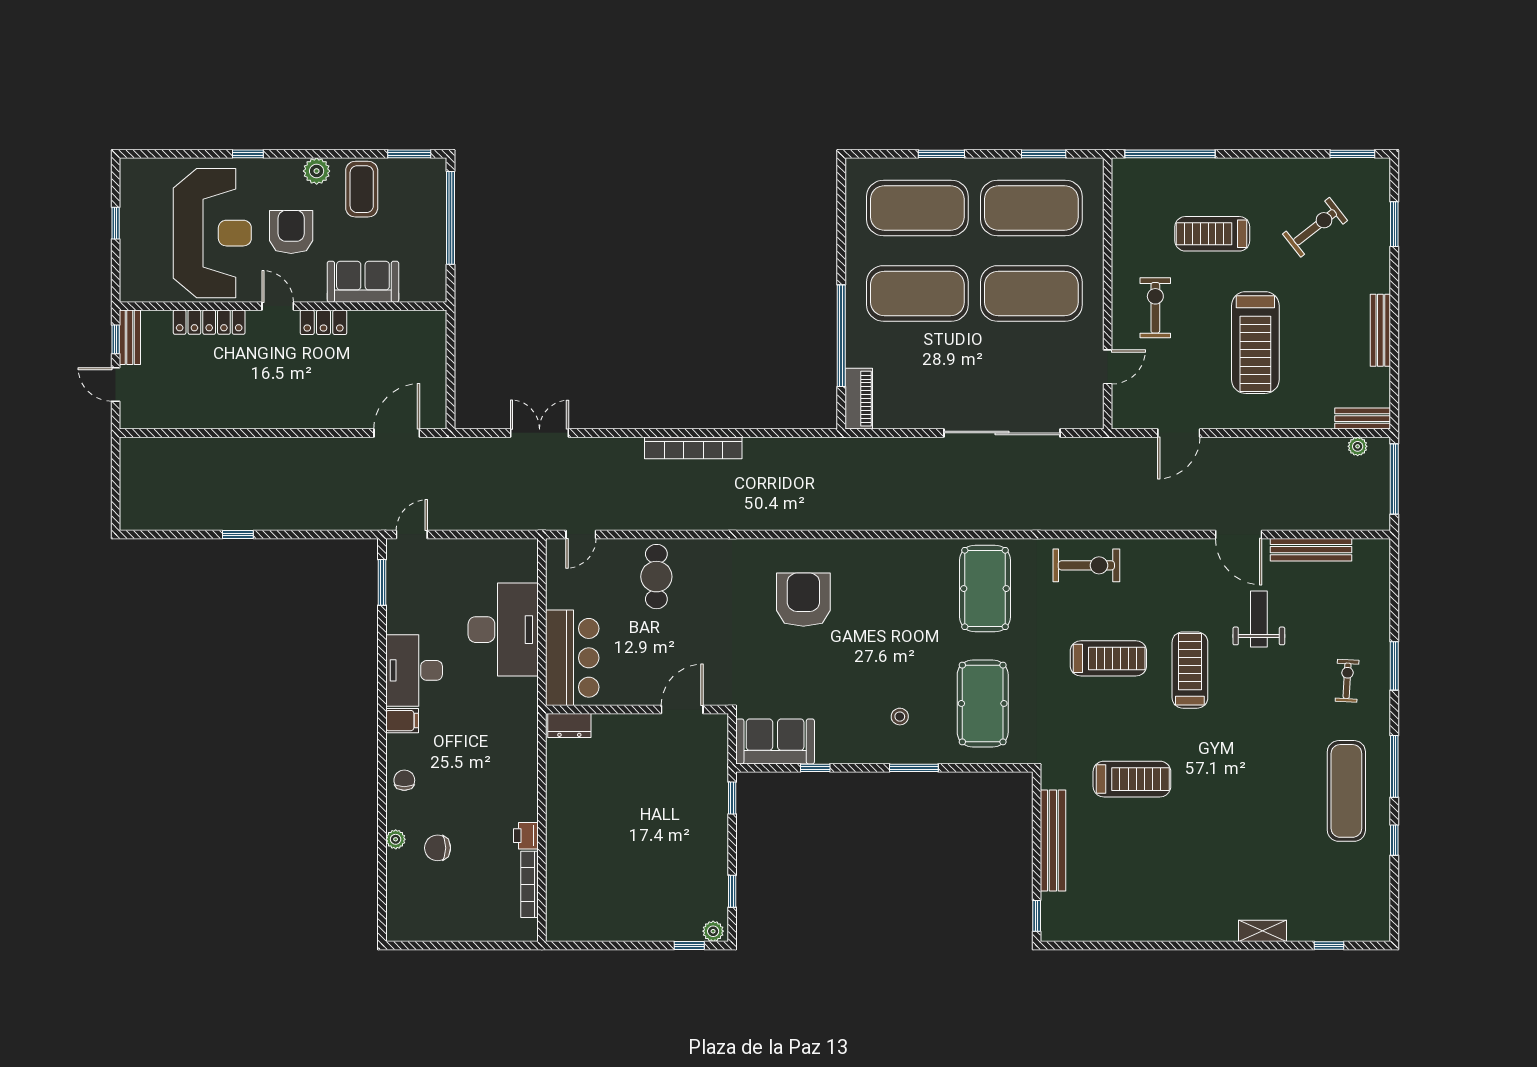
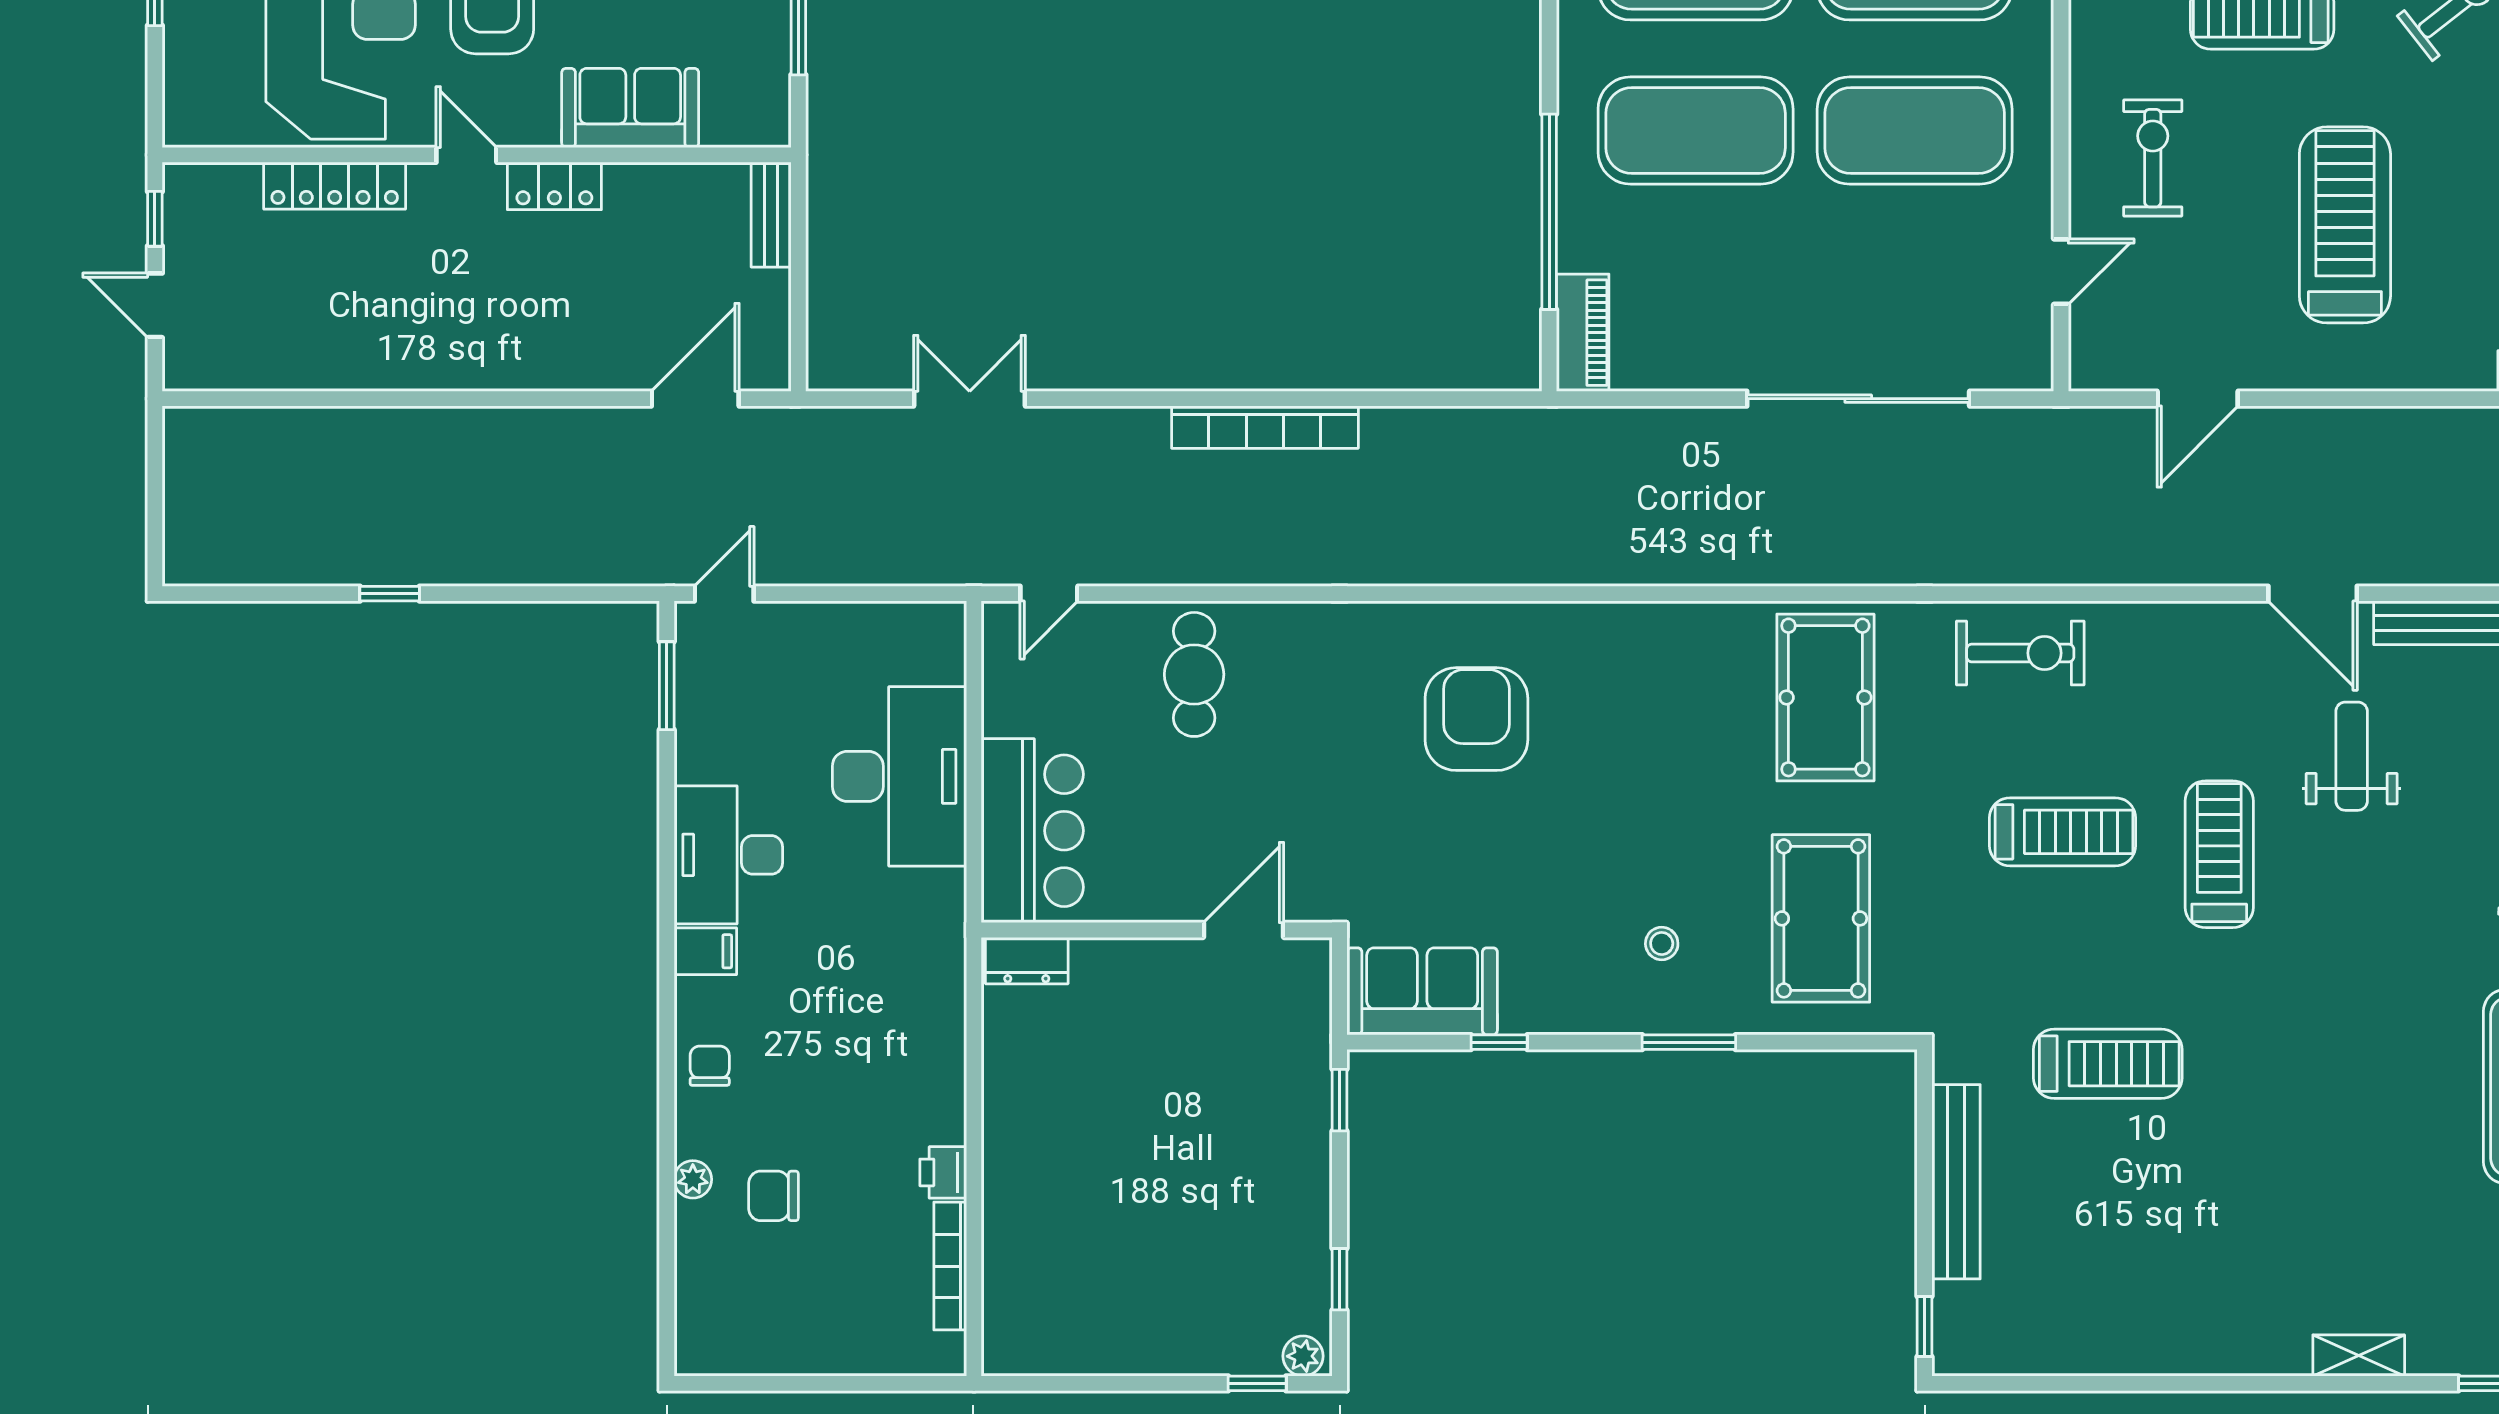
bench: (130, 337) -> (771, 215), moved
treadmill: (1255, 343) -> (2345, 225), turned 180

